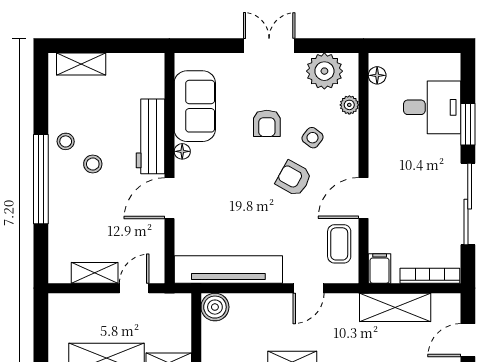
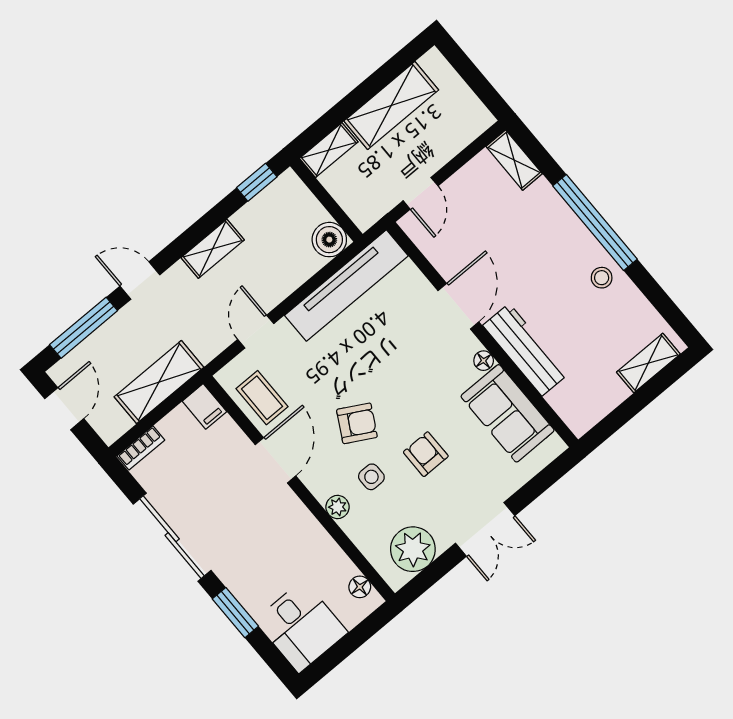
plant: (349, 105) -> (338, 507), moved
desk: (432, 107) -> (301, 626), moved, turned -90
side table: (313, 138) -> (371, 477), turned -37
stool: (93, 164) -> (558, 278), removed
shelving: (95, 273) -> (514, 160), moved, turned 90
bookcase: (430, 276) -> (141, 448), width x0.64

